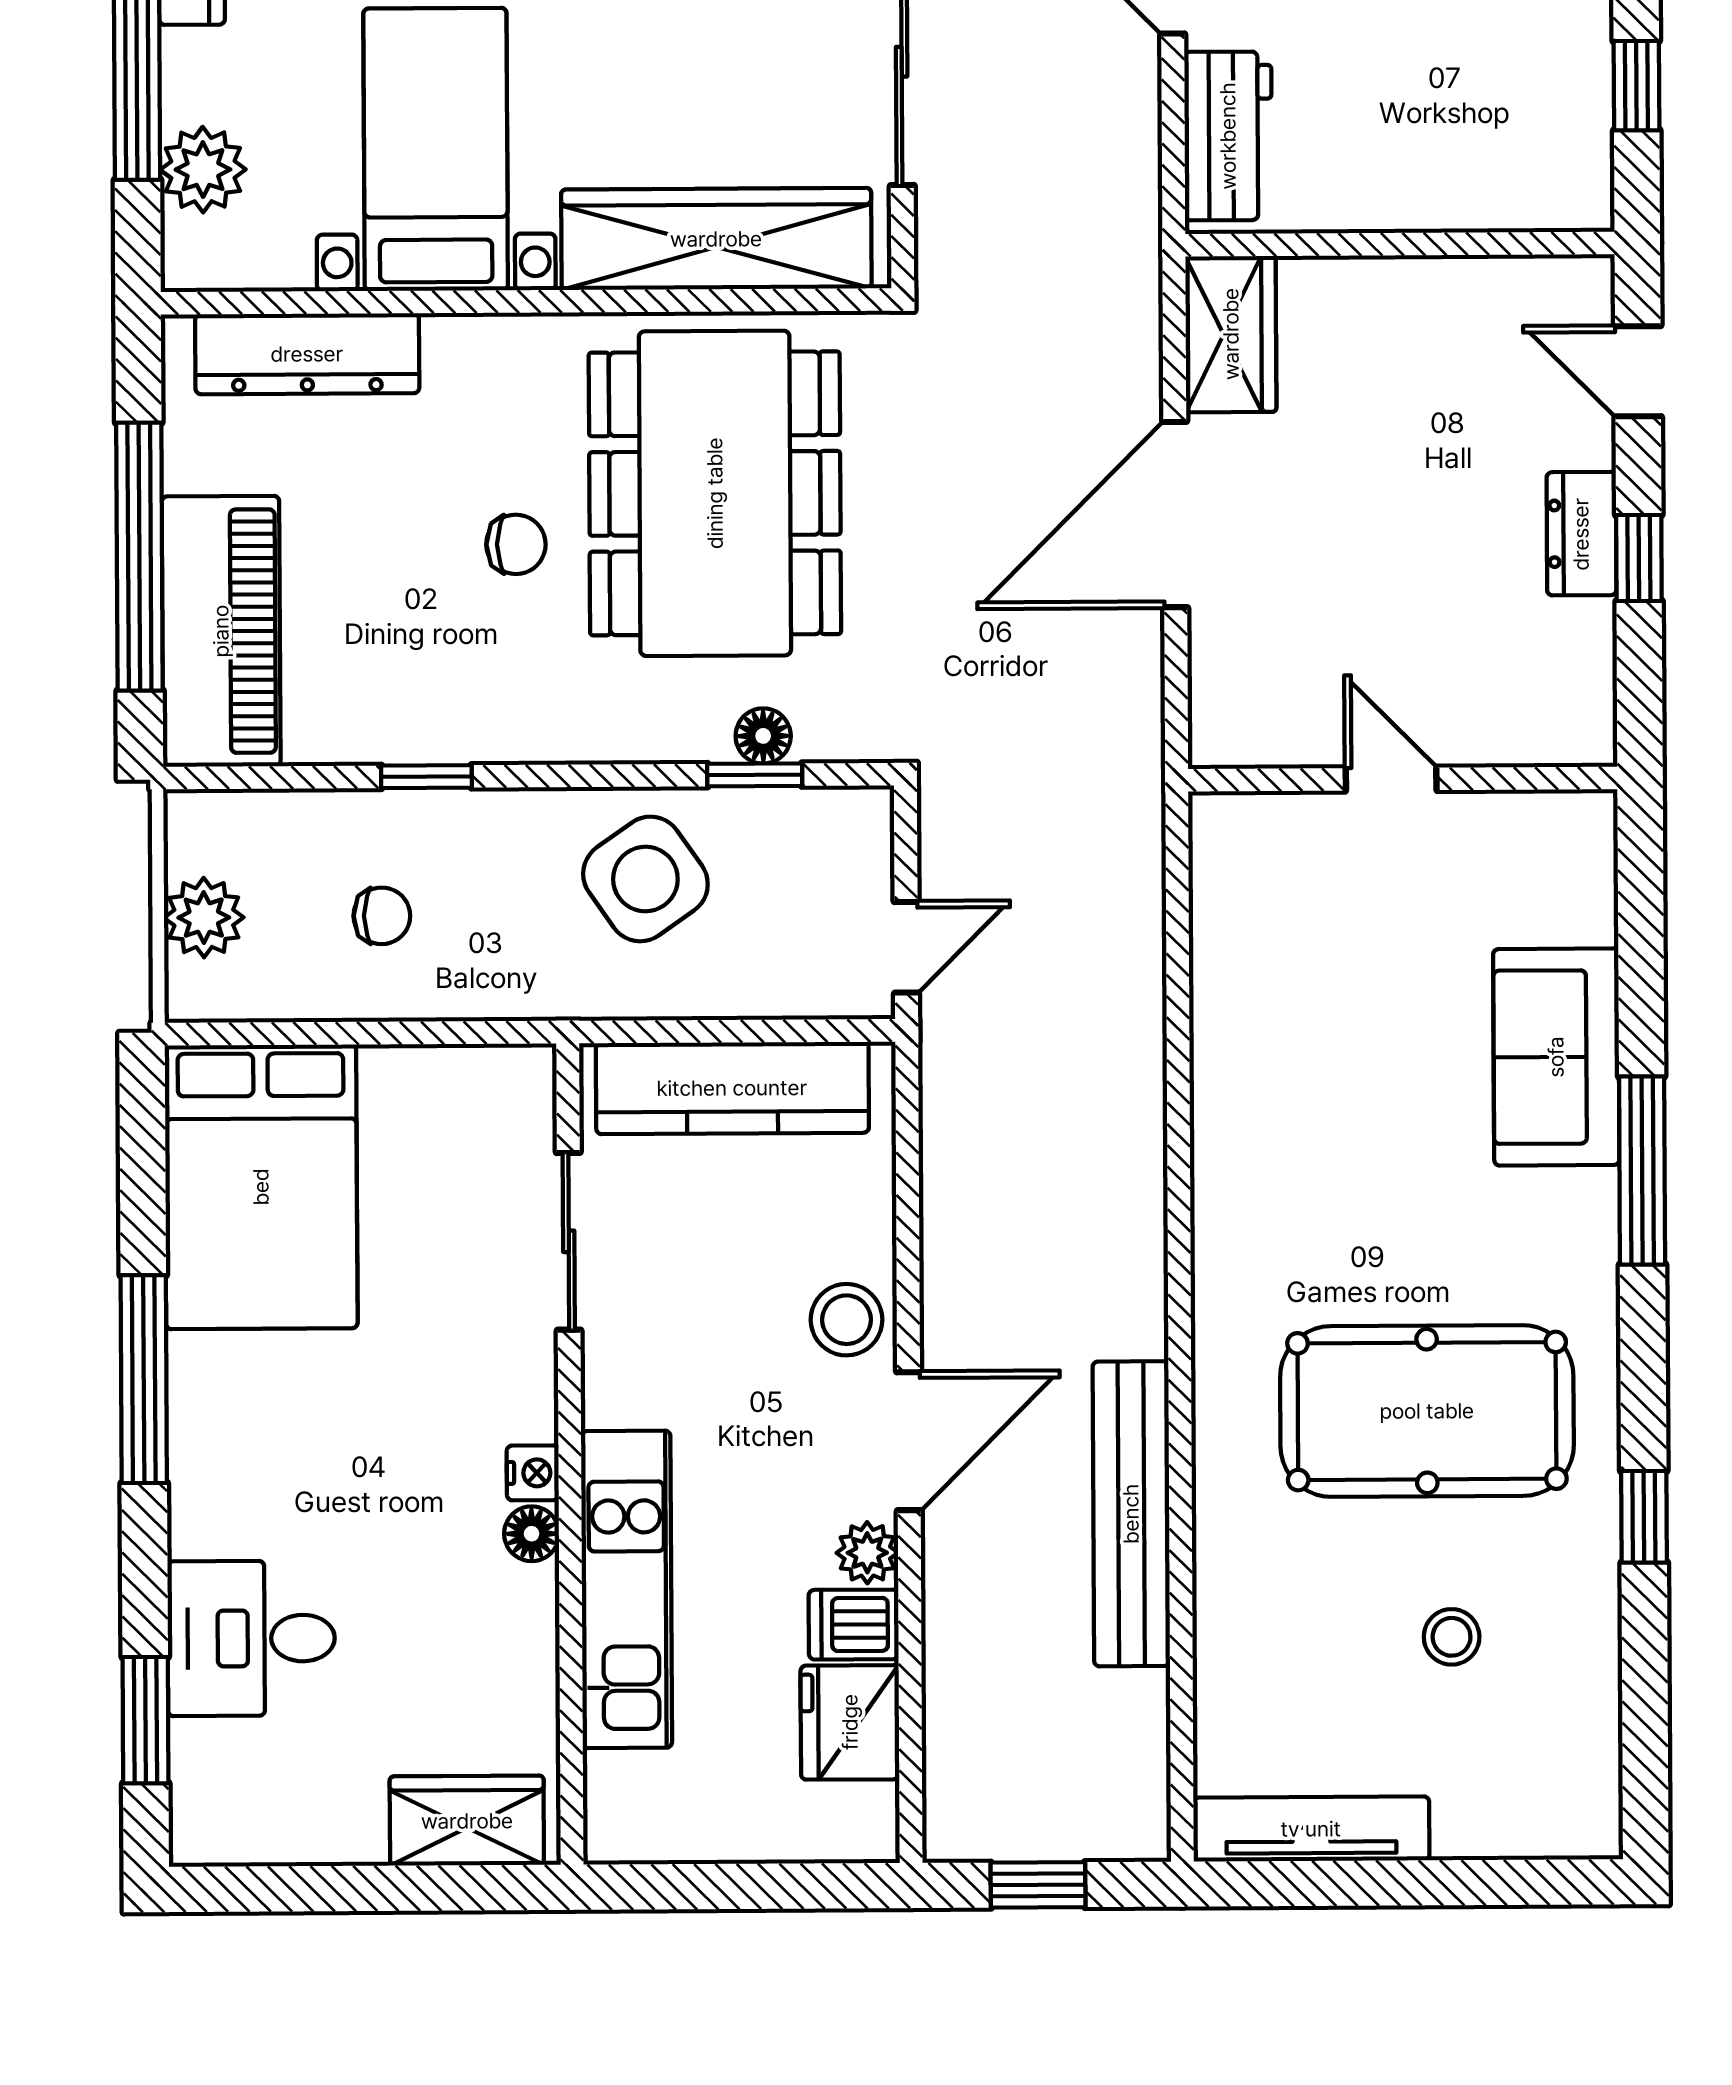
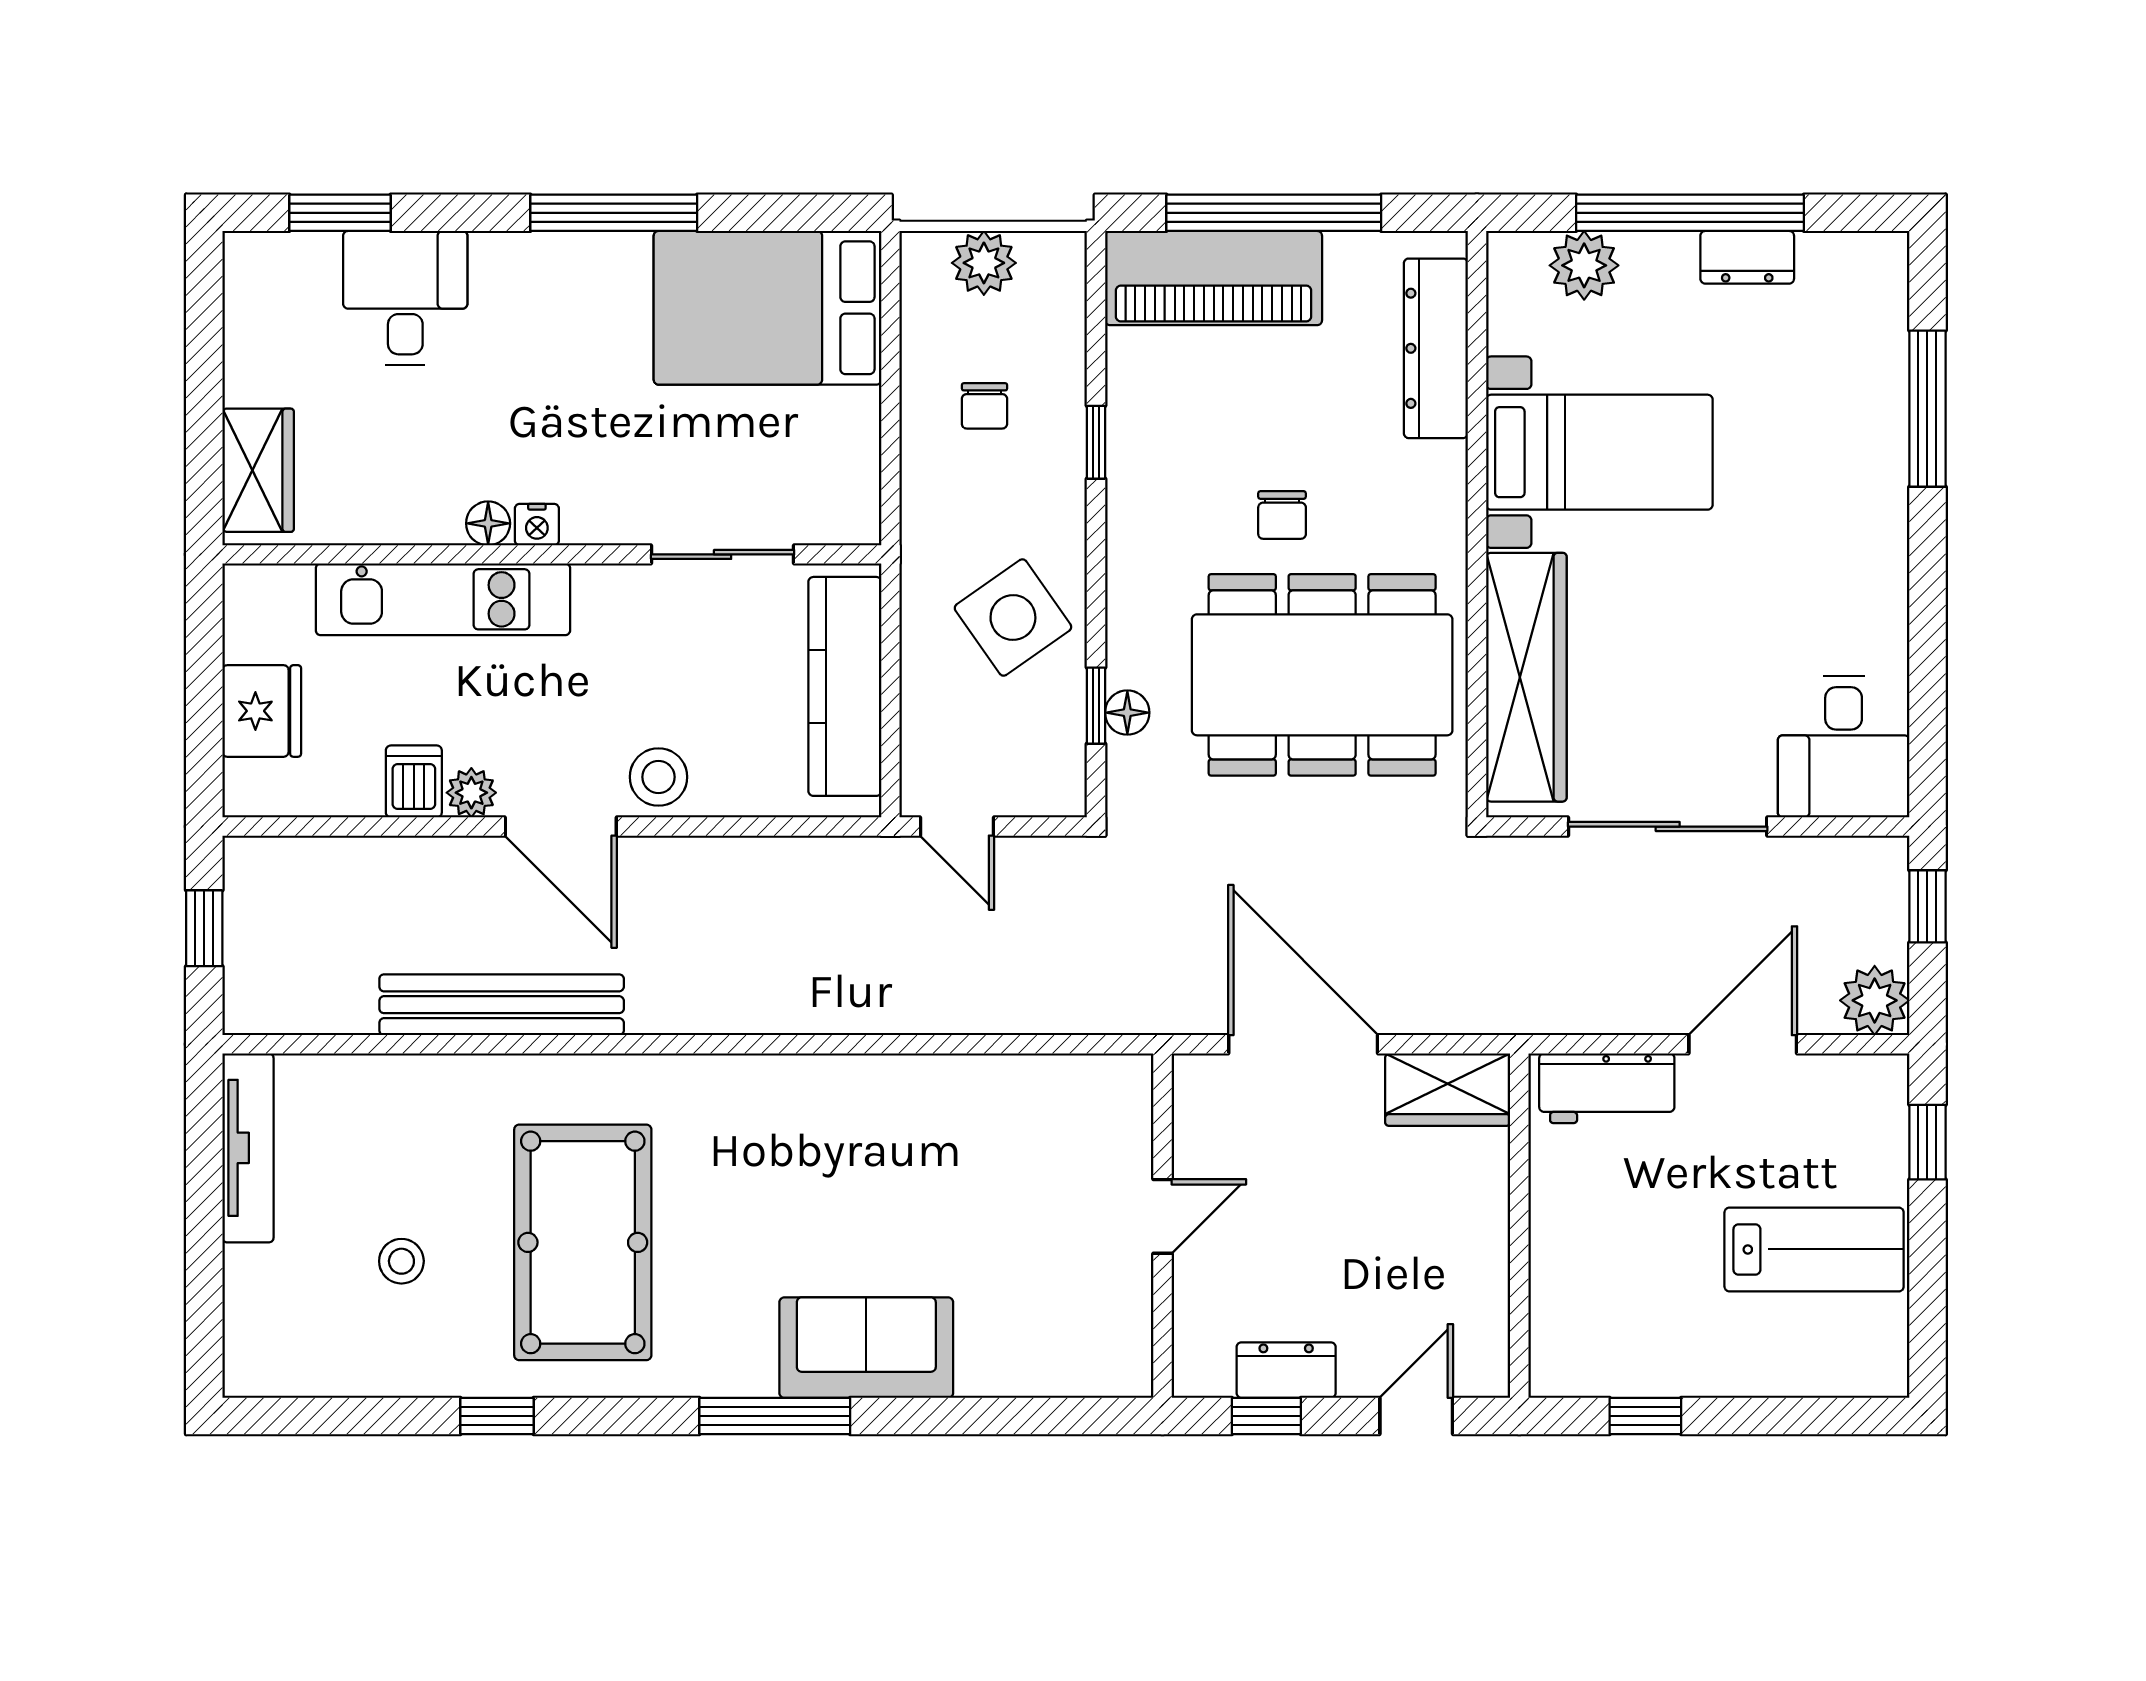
door: (1391, 779) -> (1163, 1216), moved
wall: (1403, 779) -> (1163, 1226), moved
fridge: (850, 1722) -> (262, 711), moved, turned 90

